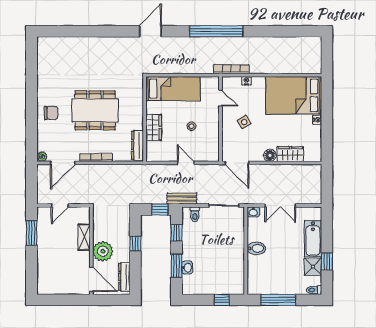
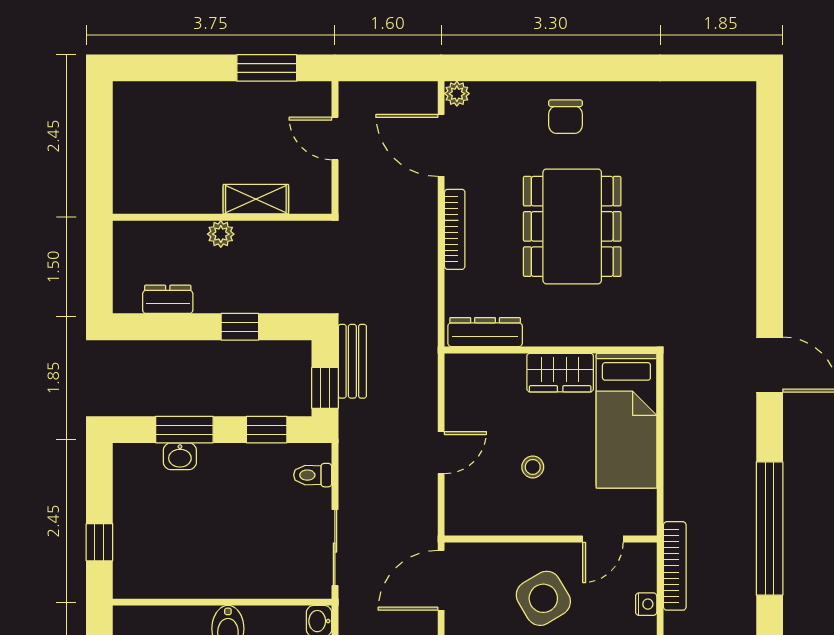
side table: (244, 122) -> (543, 598), width x1.87, depth x1.87
wardrobe: (154, 127) -> (560, 373), moved
bench: (182, 199) -> (352, 361), moved
plant: (103, 251) -> (221, 234), width x0.53, depth x0.53
dresser: (124, 277) -> (168, 299), width x0.70
door: (91, 279) -> (151, 217), removed

